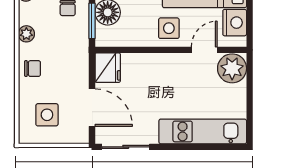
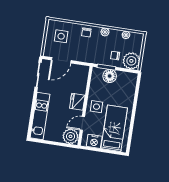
door: (204, 50) -> (82, 123), swing flipped
fridge: (108, 68) -> (77, 102), moved, turned 90

